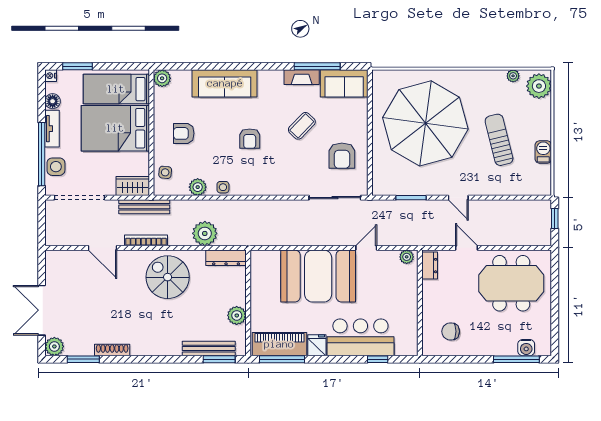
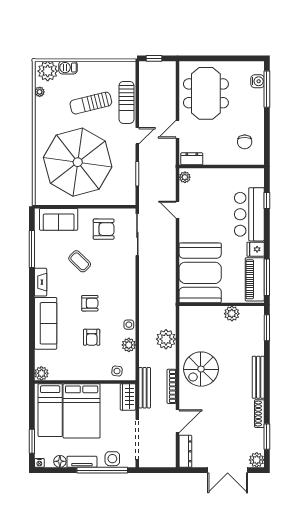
fireplace: (302, 77) -> (41, 282), moved
sofa: (344, 83) -> (59, 219), moved, turned 90
armchair: (184, 133) -> (92, 337), moved
barbecue: (543, 152) -> (68, 68), moved
sun lounger: (500, 184) -> (126, 102), added
dresser: (226, 258) -> (185, 451), moved
booth: (318, 276) -> (200, 273), moved
bench: (209, 349) -> (258, 377), moved

